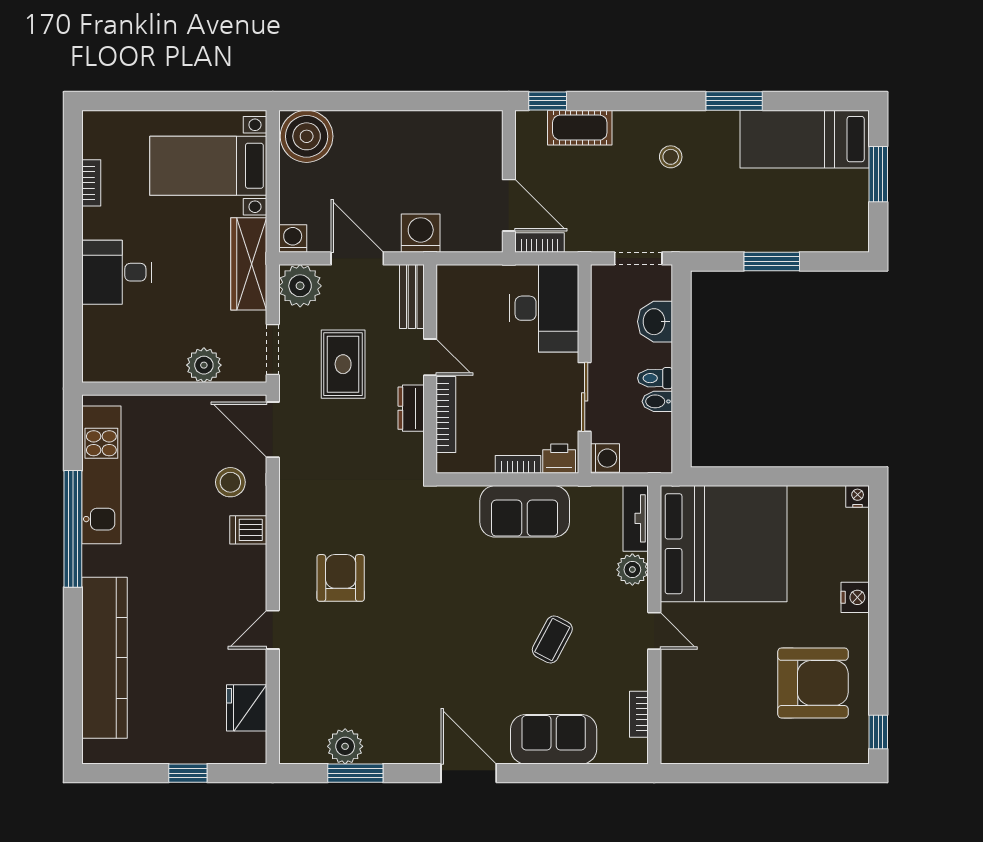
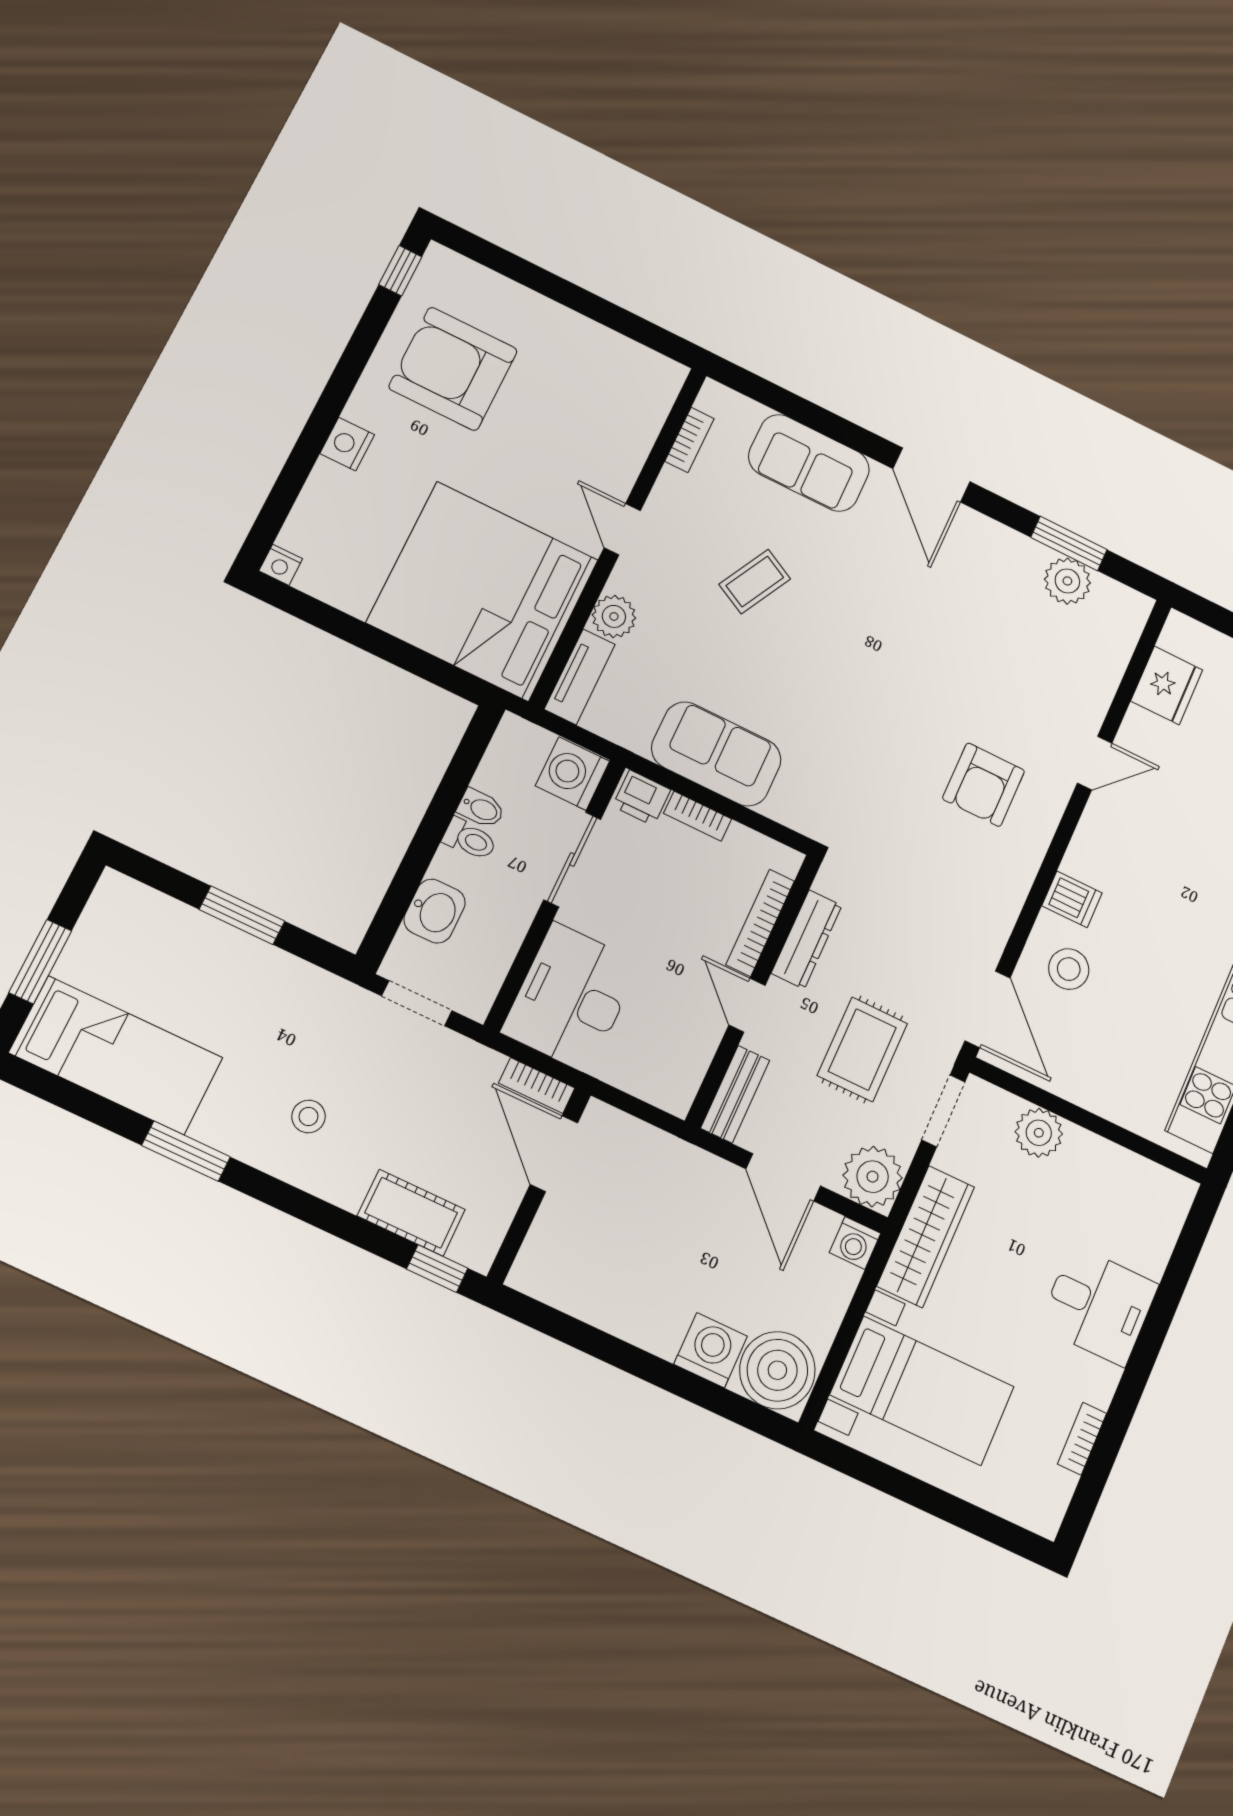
washing machine: (421, 233) -> (711, 1350), moved, turned 180
dresser: (411, 408) -> (807, 939), width x1.44
washing machine: (605, 458) -> (572, 774), width x1.38, depth x1.38

